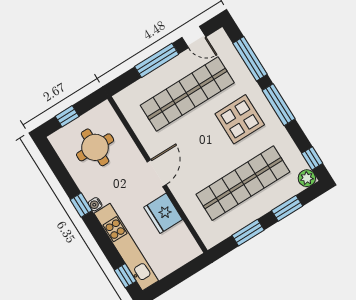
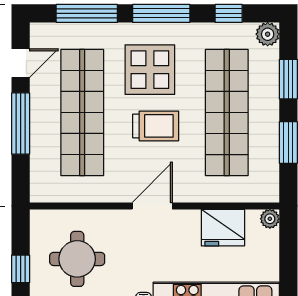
trolley: (207, 145) -> (156, 126), added
window: (312, 158) -> (229, 13), moved
door: (157, 173) -> (152, 206), hinge flipped
fridge: (163, 213) -> (223, 228), moved
plant: (194, 251) -> (270, 219), added

